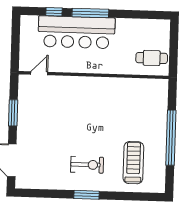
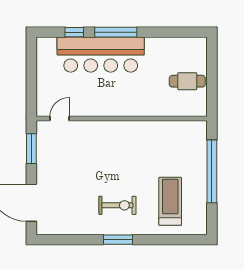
door: (39, 73) -> (60, 118), moved
wall: (94, 75) -> (122, 118), moved

